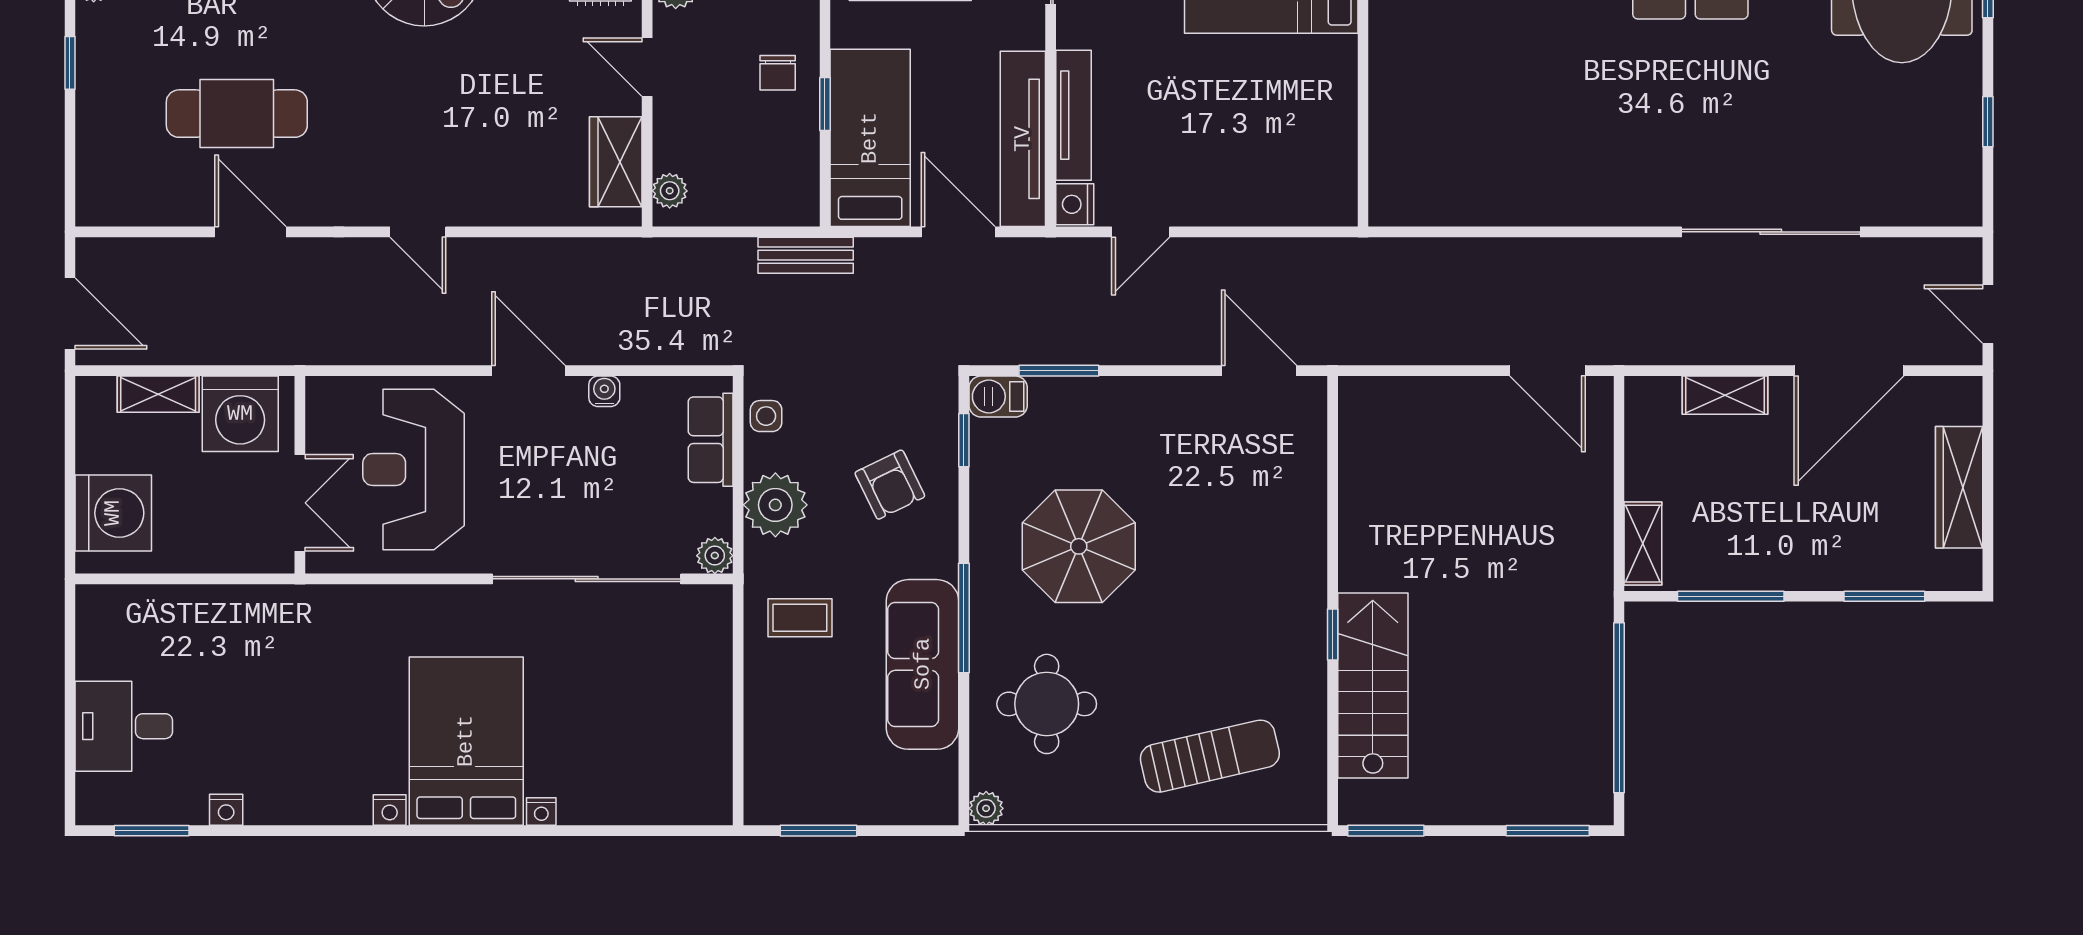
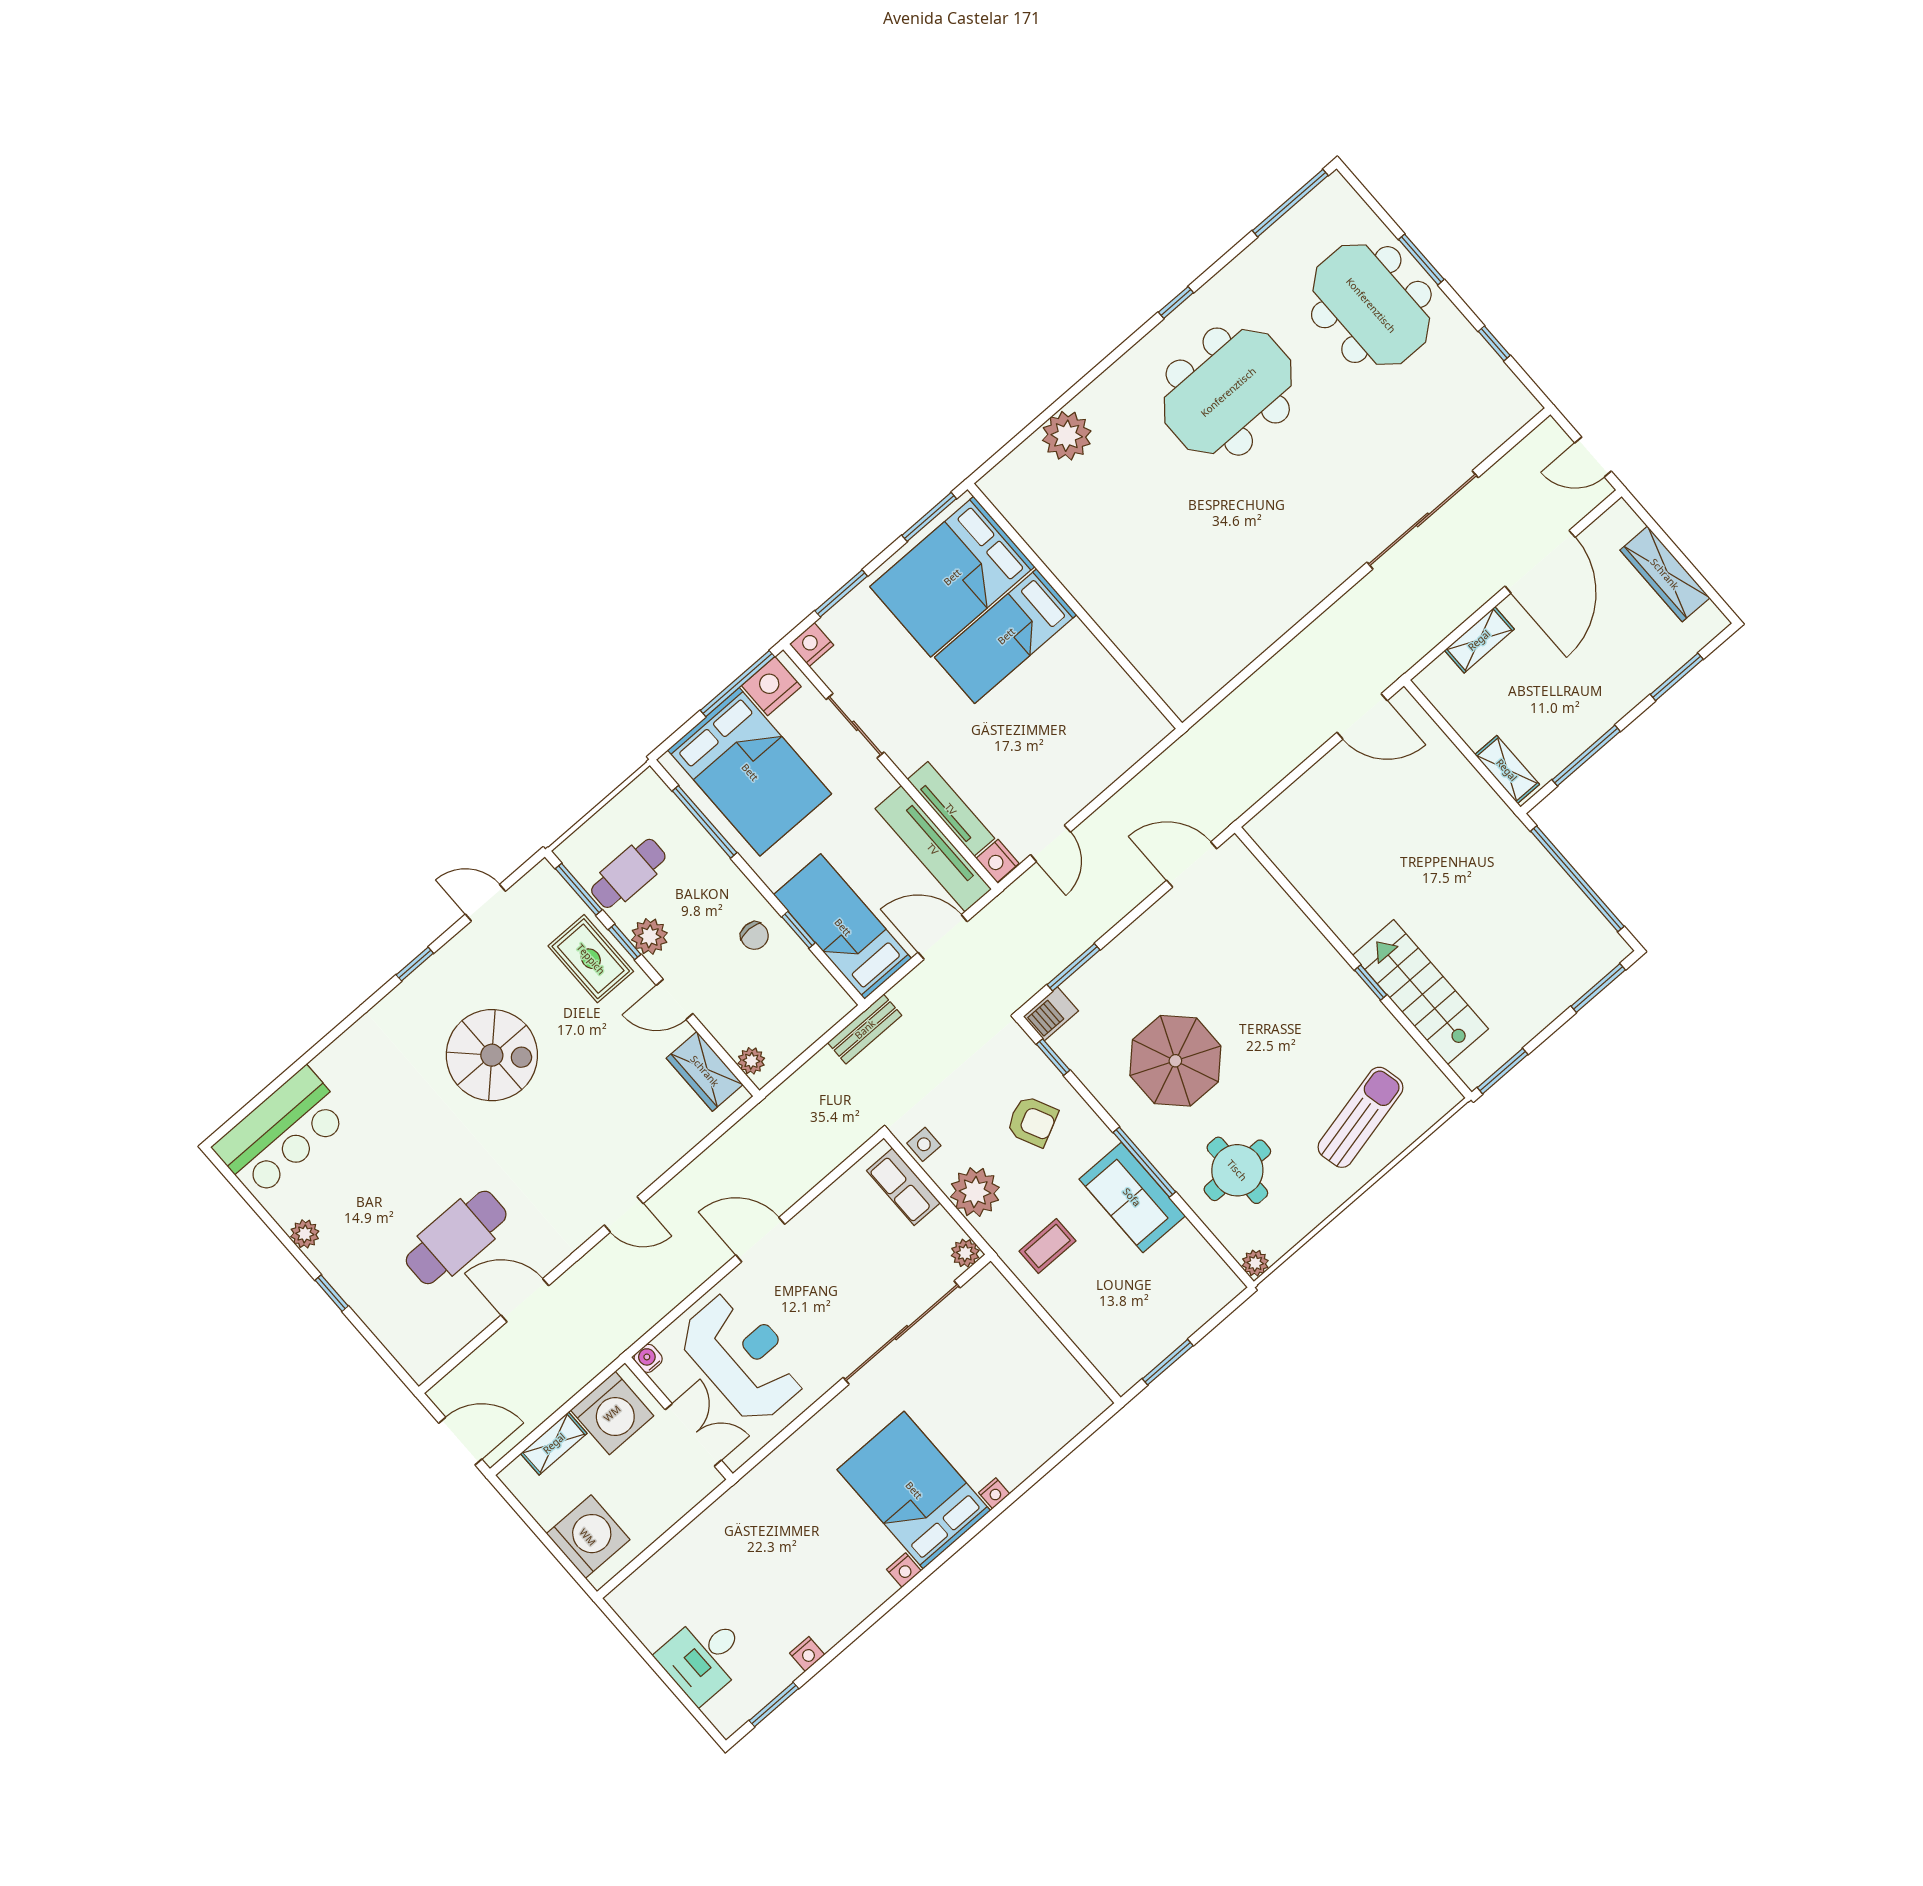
water cooler: (604, 391) -> (648, 1358), moved
reception desk: (413, 469) -> (743, 1357), turned 180
sofa: (923, 664) -> (1132, 1197), width x0.73

